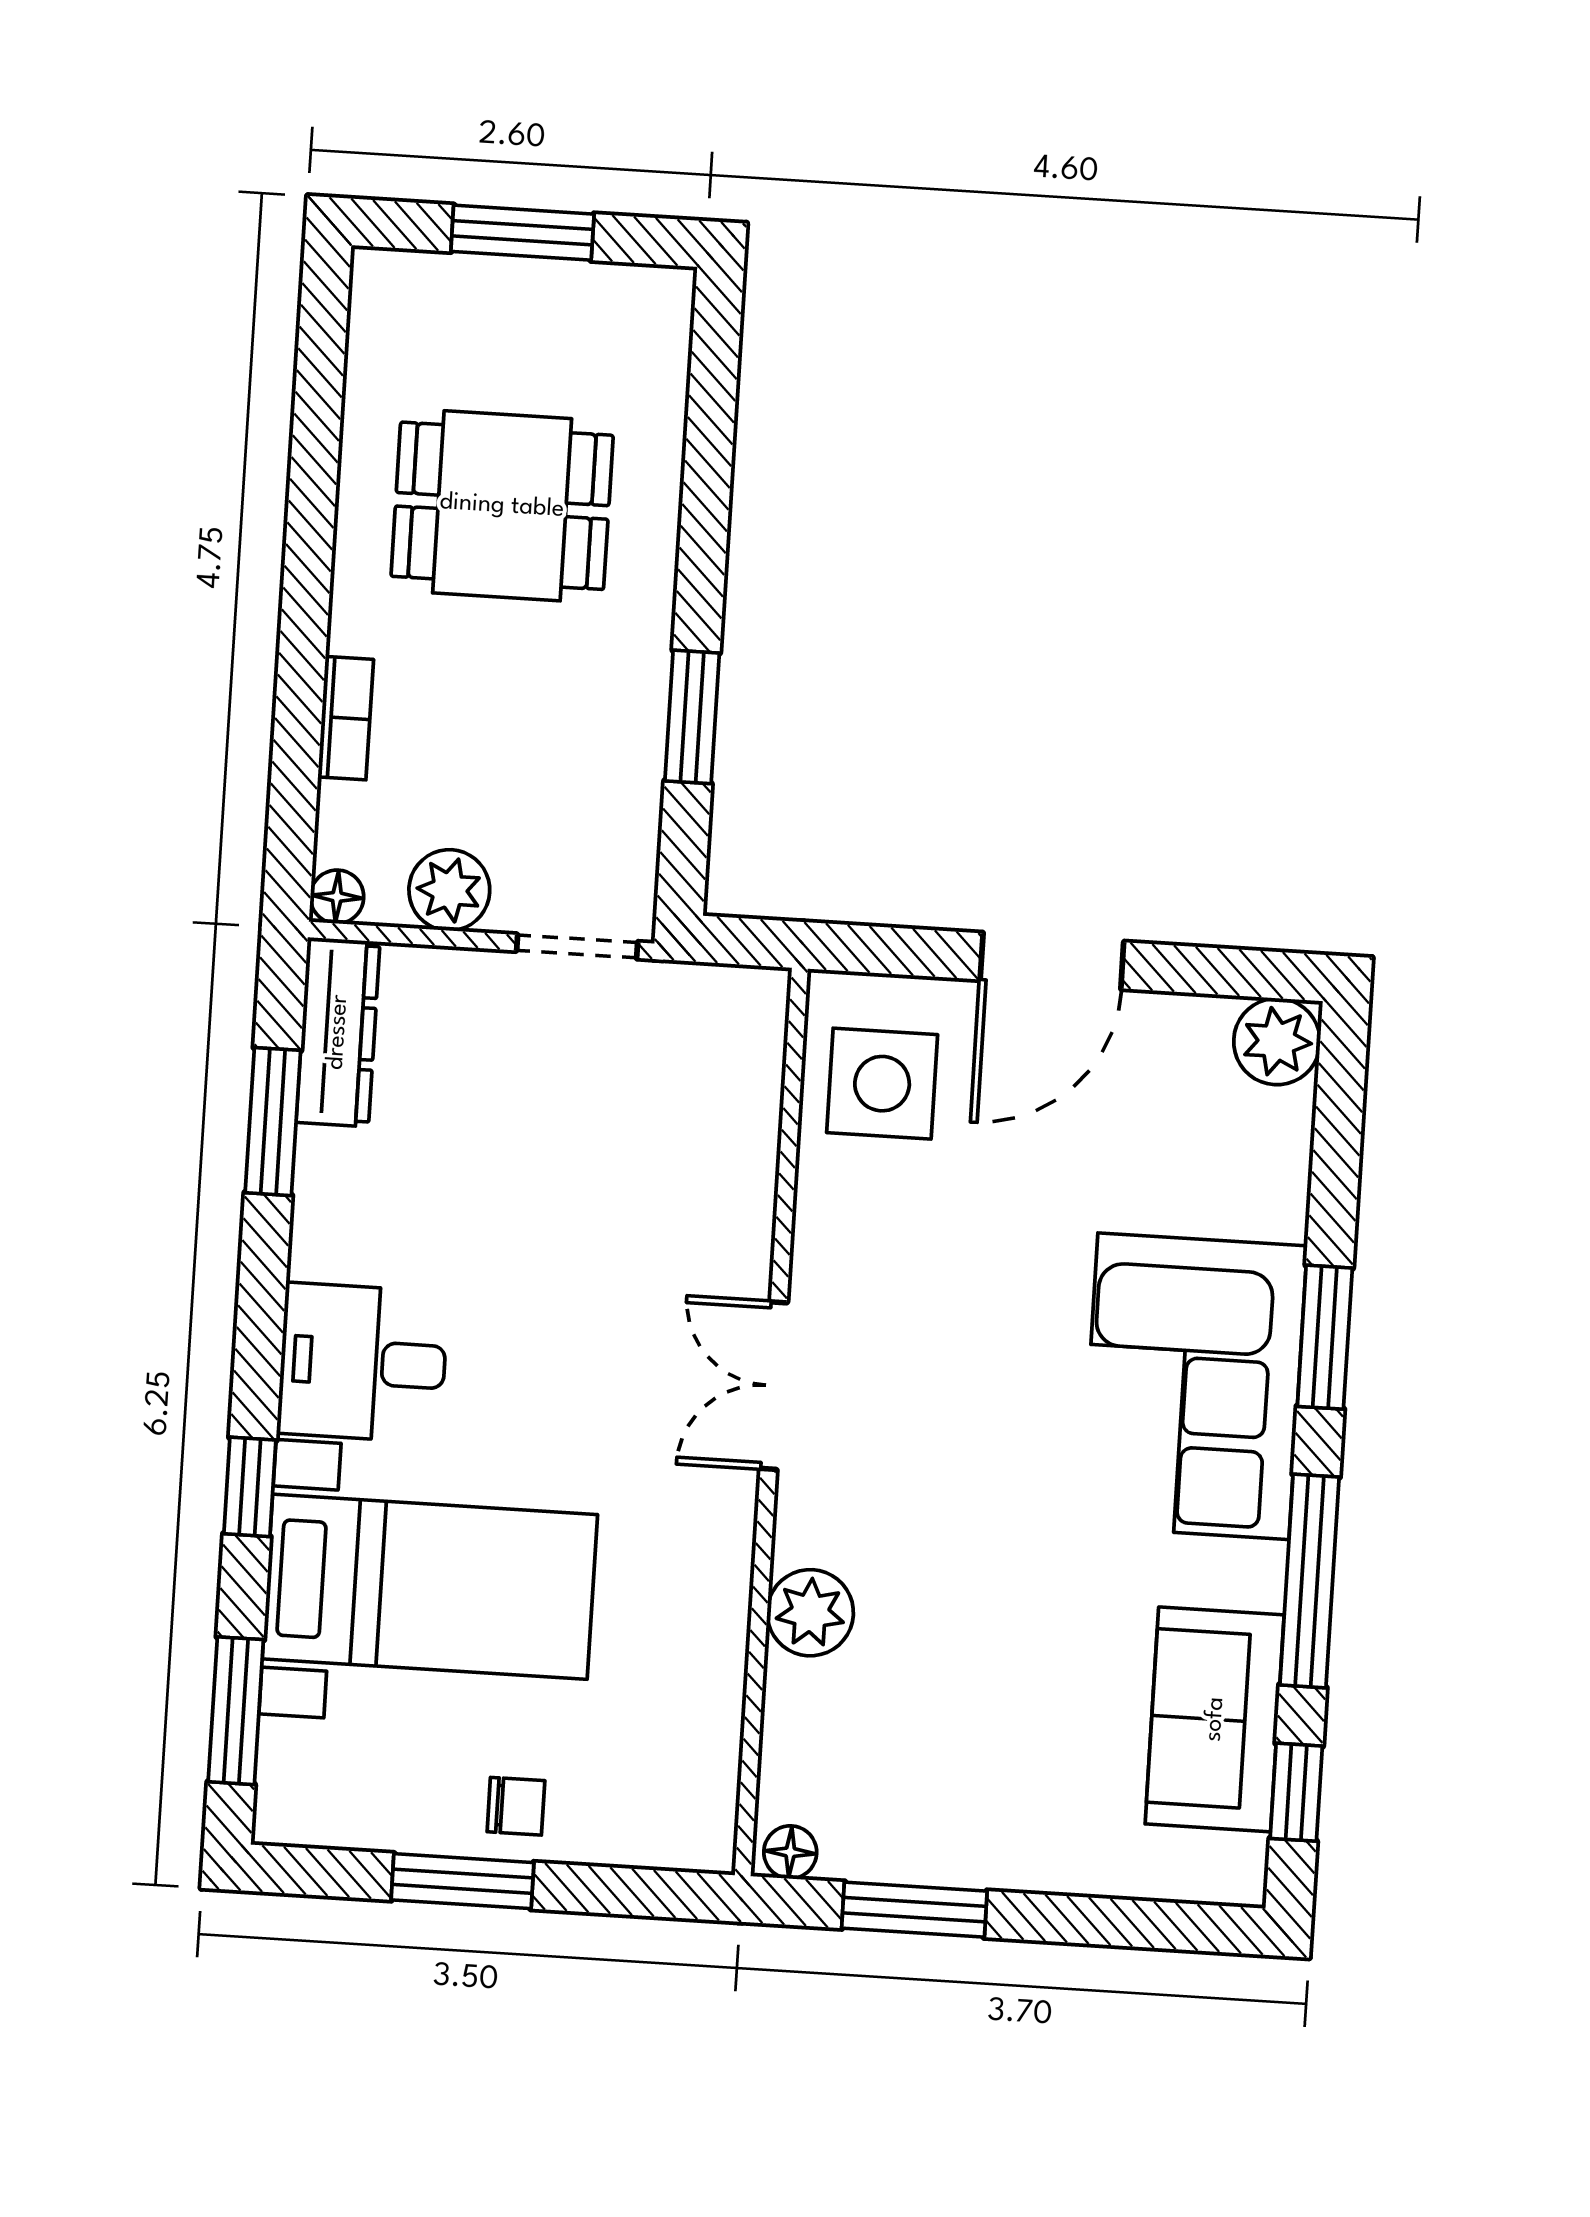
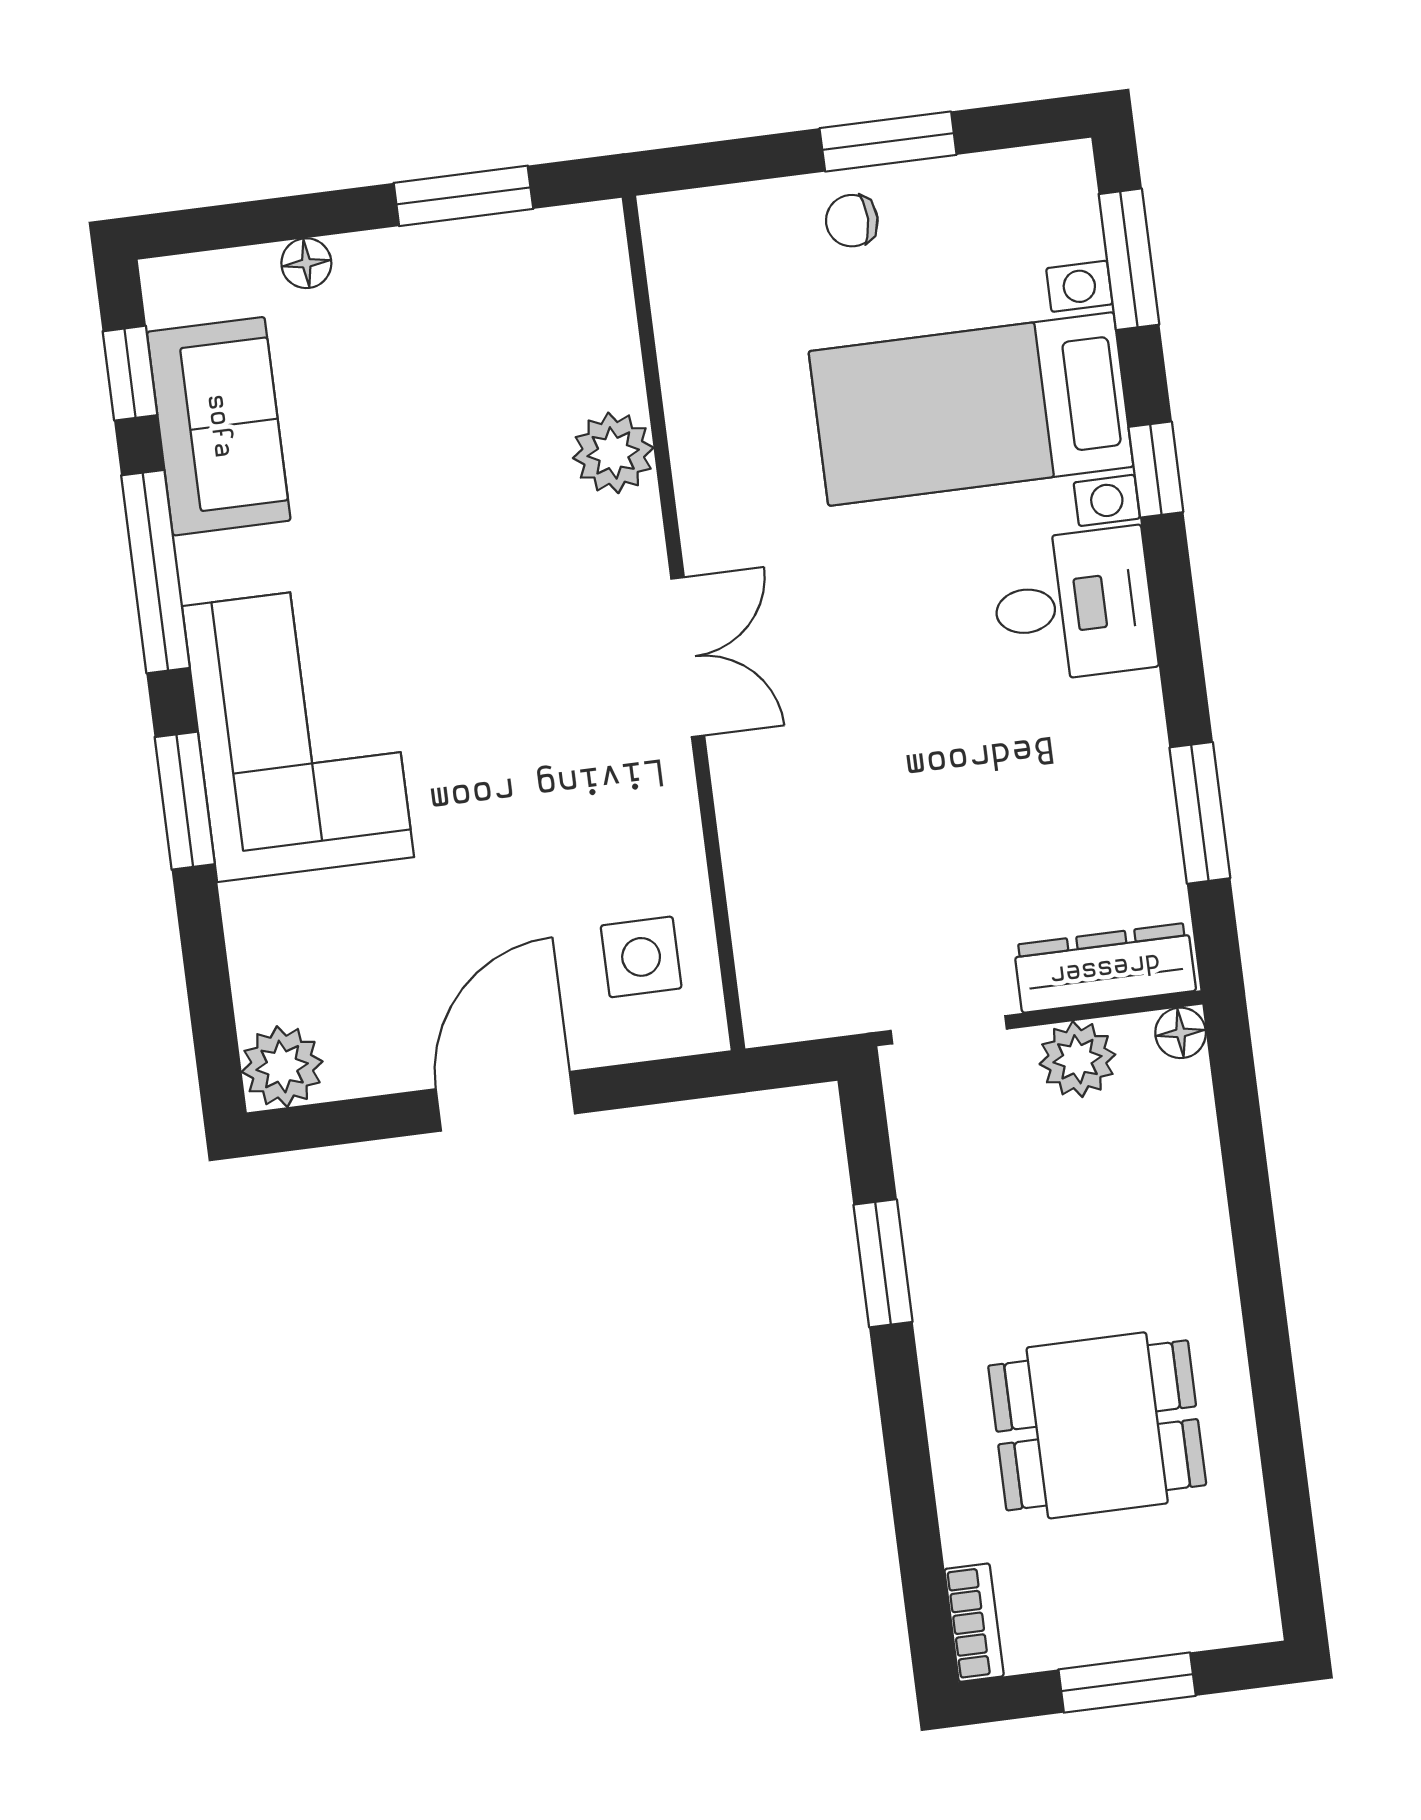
bookcase: (346, 718) -> (974, 1623), moved, turned 180
dresser: (338, 1032) -> (1105, 968), moved, turned 90
side table: (882, 1084) -> (641, 957), width x0.73, depth x0.73
floor lamp: (790, 1852) -> (306, 263), moved

